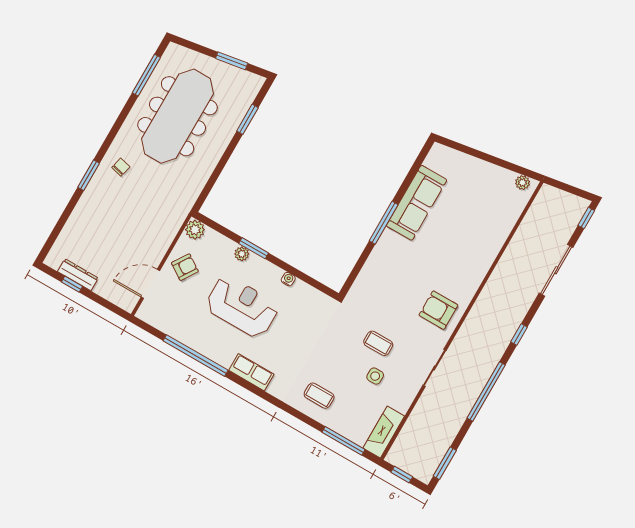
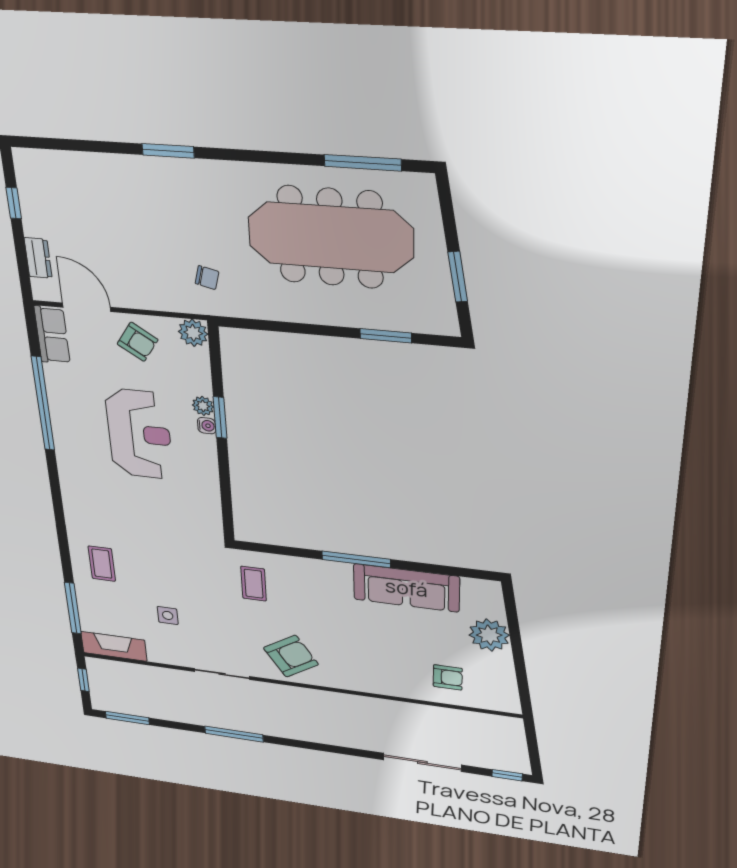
chair: (121, 167) -> (207, 278), moved
plant: (523, 183) -> (489, 635), moved, width x1.87, depth x1.87
armchair: (493, 214) -> (448, 677), added
dresser: (78, 275) -> (38, 258), moved, width x0.70
water cooler: (288, 279) -> (207, 426), moved
armchair: (438, 310) -> (291, 656), turned 57
window: (519, 334) -> (321, 747), removed
coffee table: (378, 343) -> (254, 584), moved
row of seats: (251, 372) -> (52, 335), moved
window: (486, 391) -> (234, 734), width x0.68

